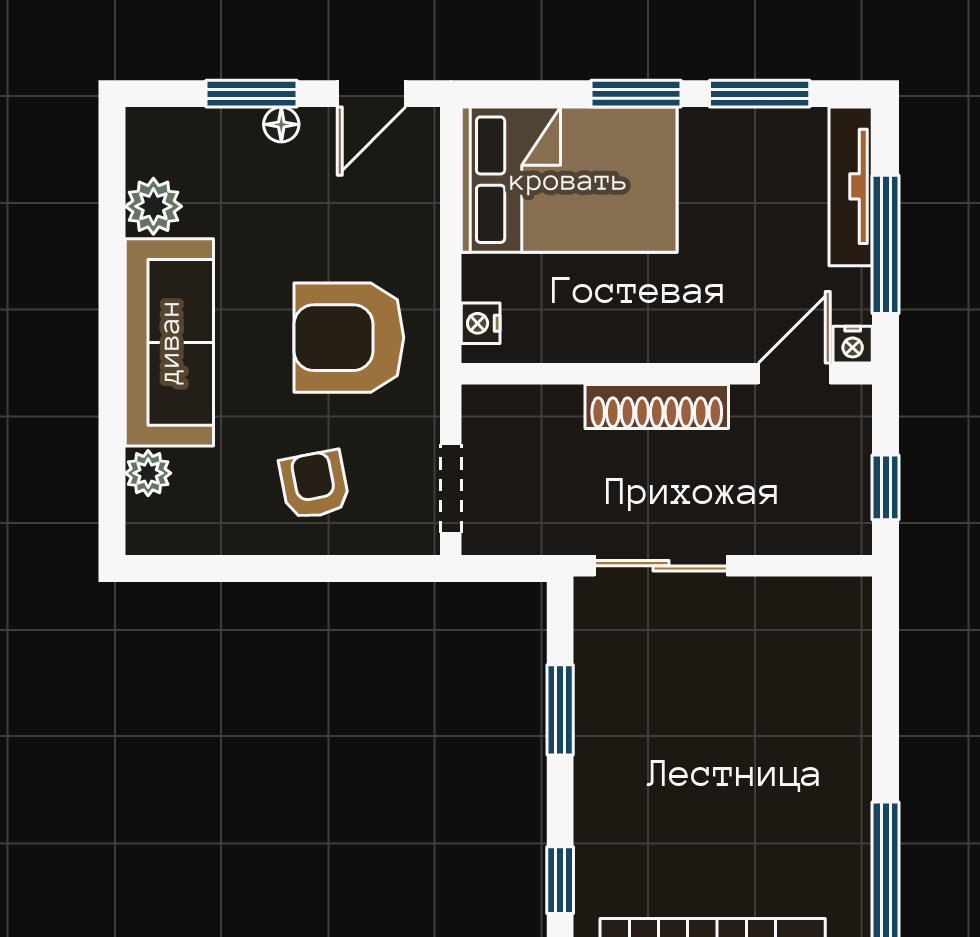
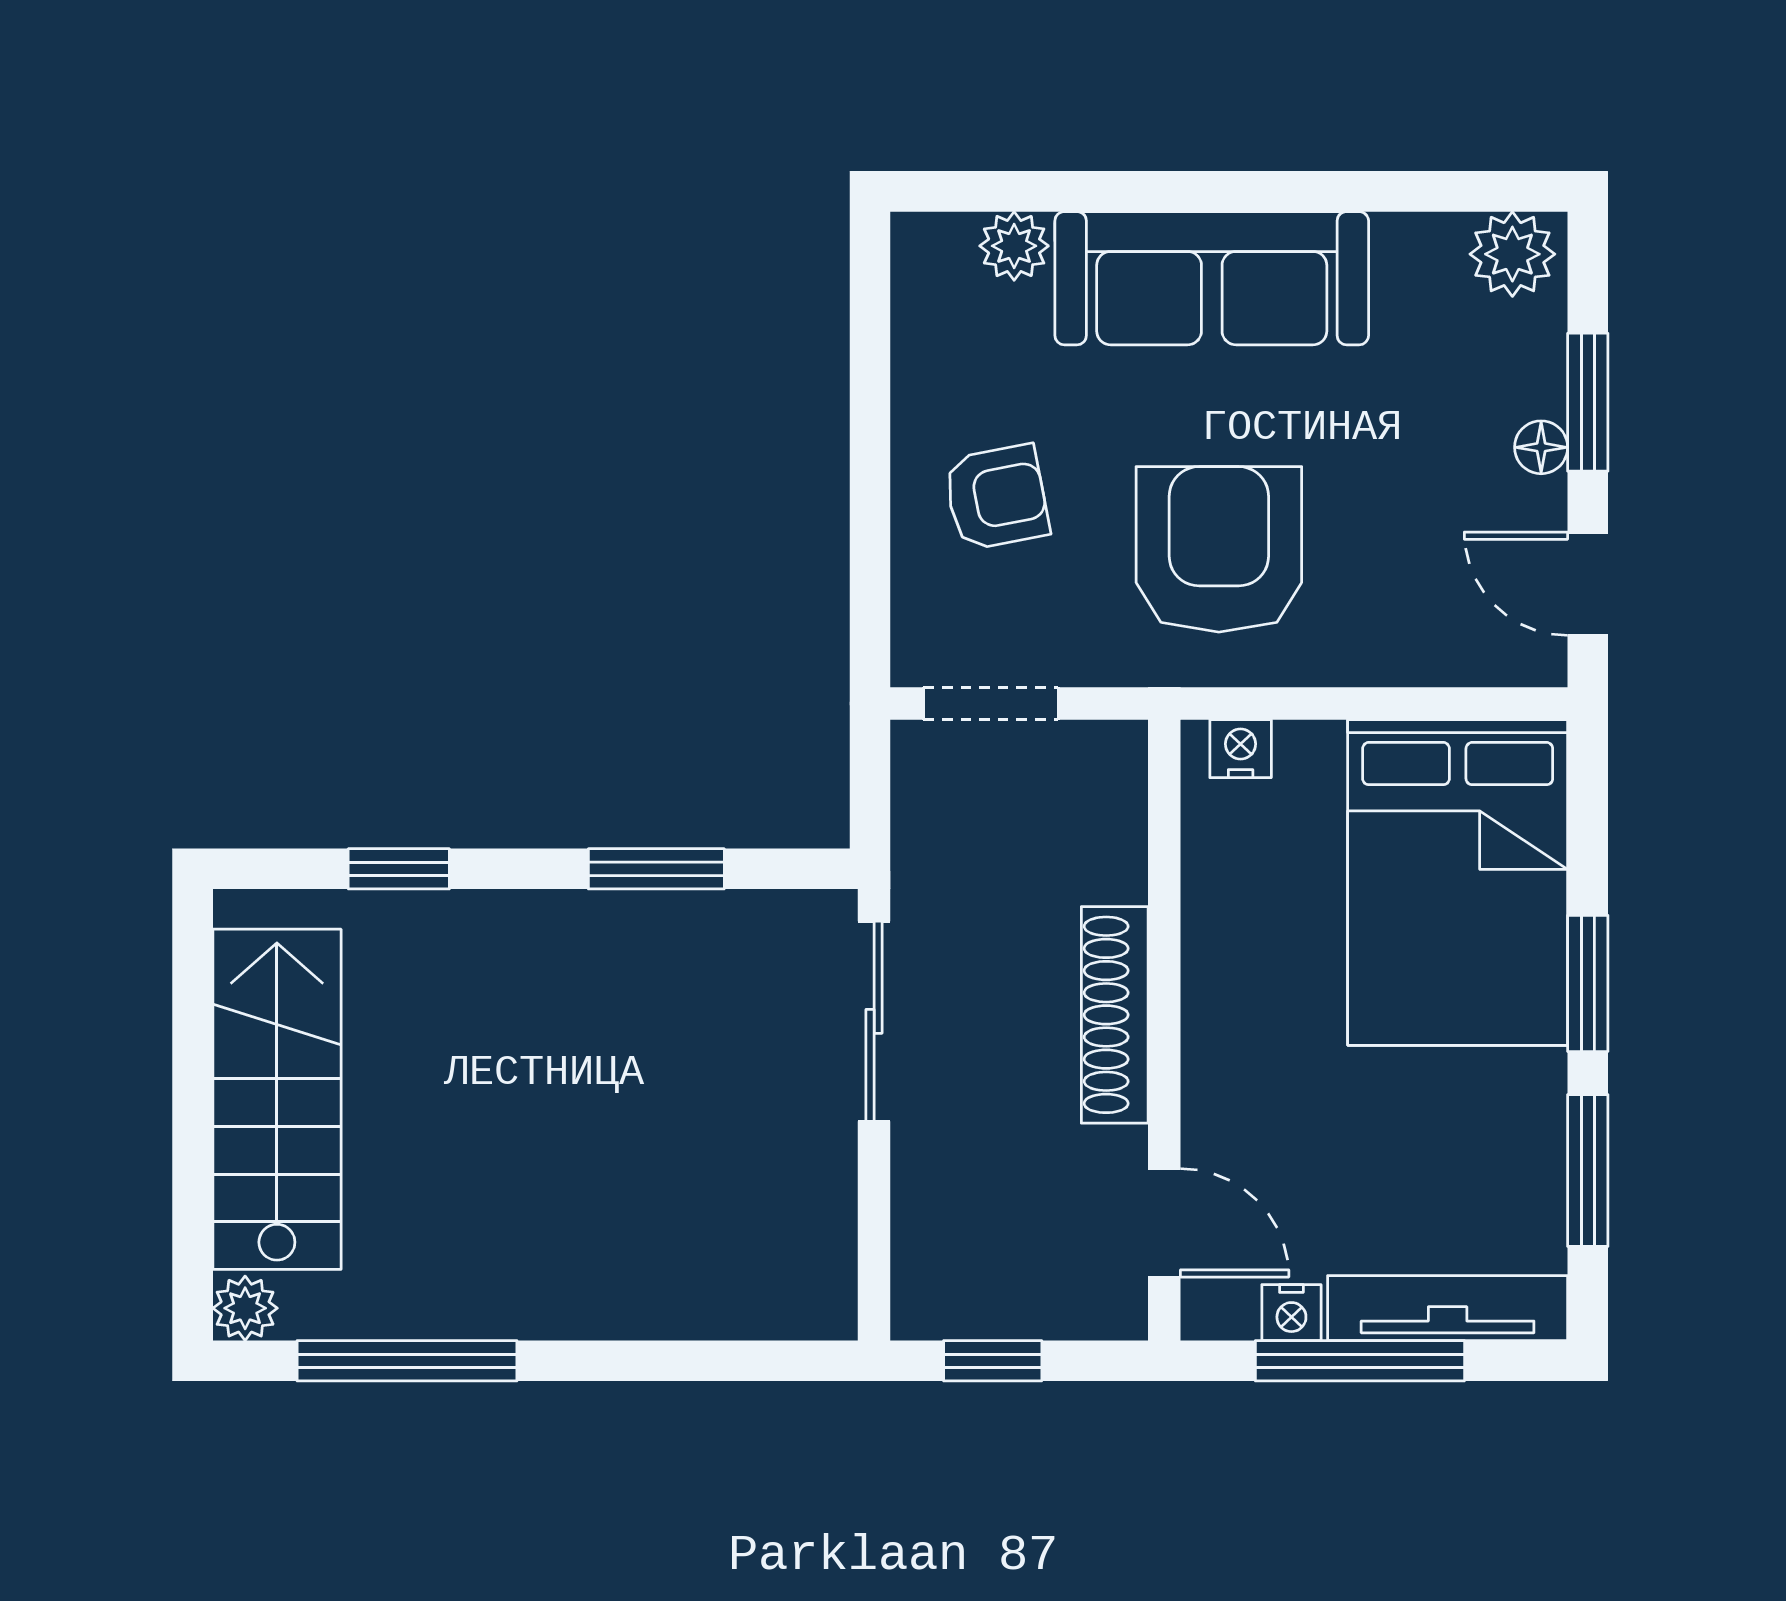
plant: (153, 206) -> (1512, 254), moved
nightstand: (853, 345) -> (1291, 1313), moved, turned -90

